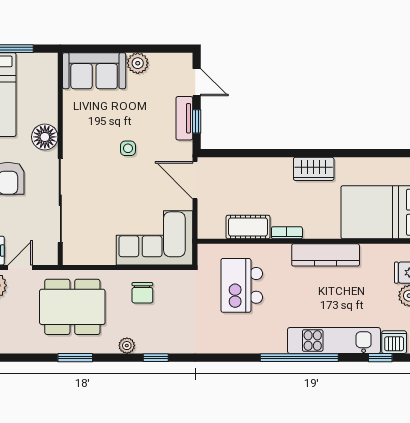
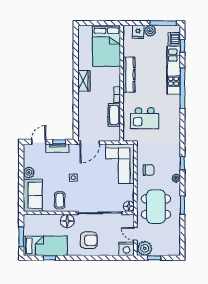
coffee table: (84, 122) -> (60, 200), added
floor lamp: (73, 255) -> (129, 206), added

